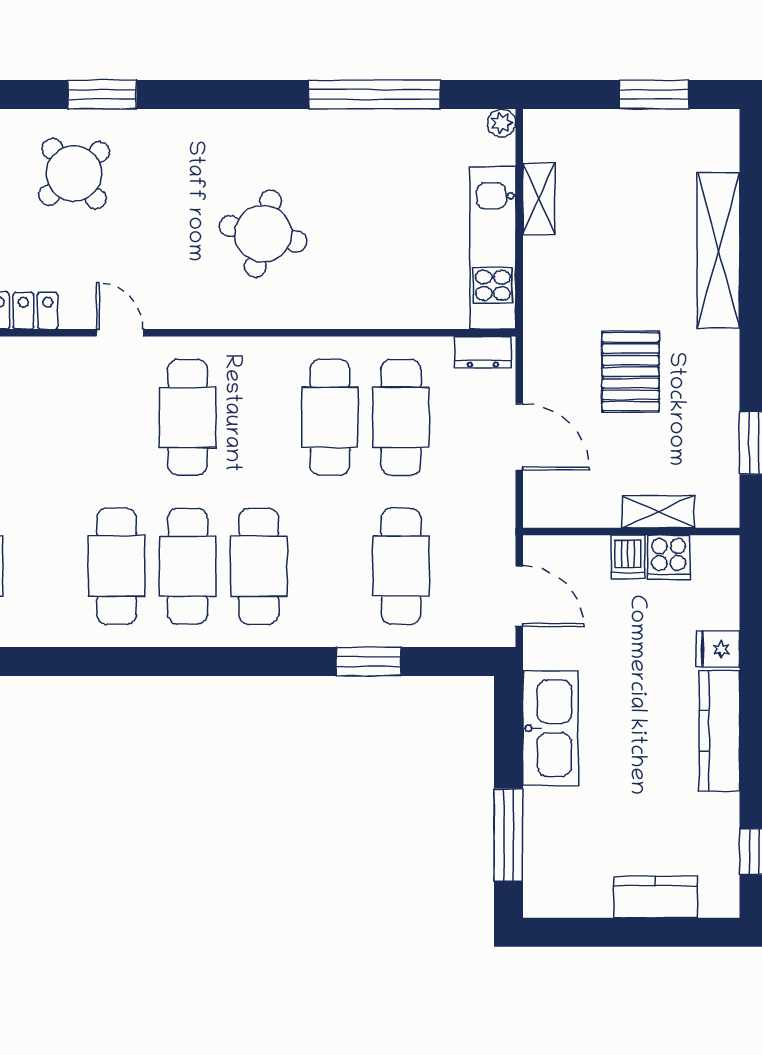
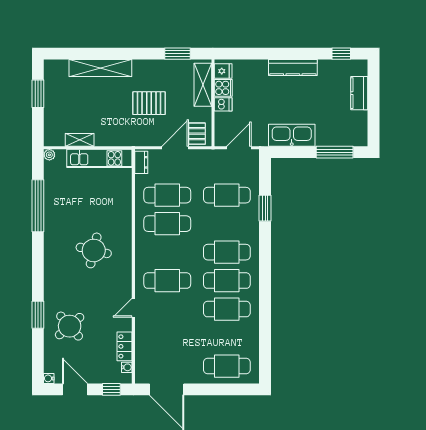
pallet: (555, 492) -> (197, 134), added
shelving: (658, 512) -> (203, 85), width x1.50, depth x1.33
fridge: (718, 649) -> (223, 71), moved, turned -90

